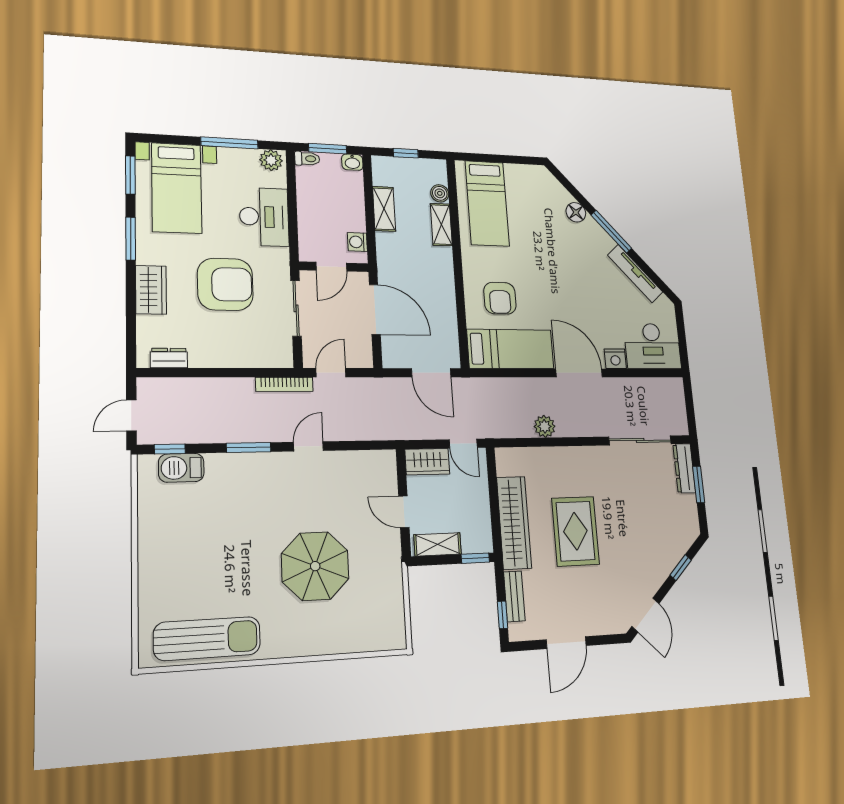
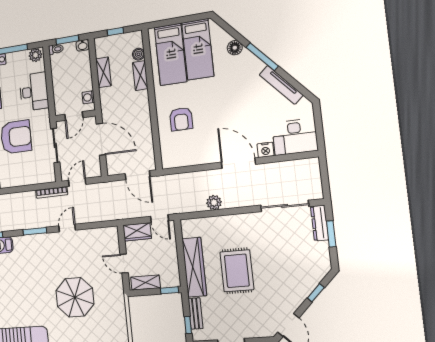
bed: (510, 349) -> (198, 49), moved, turned 90

